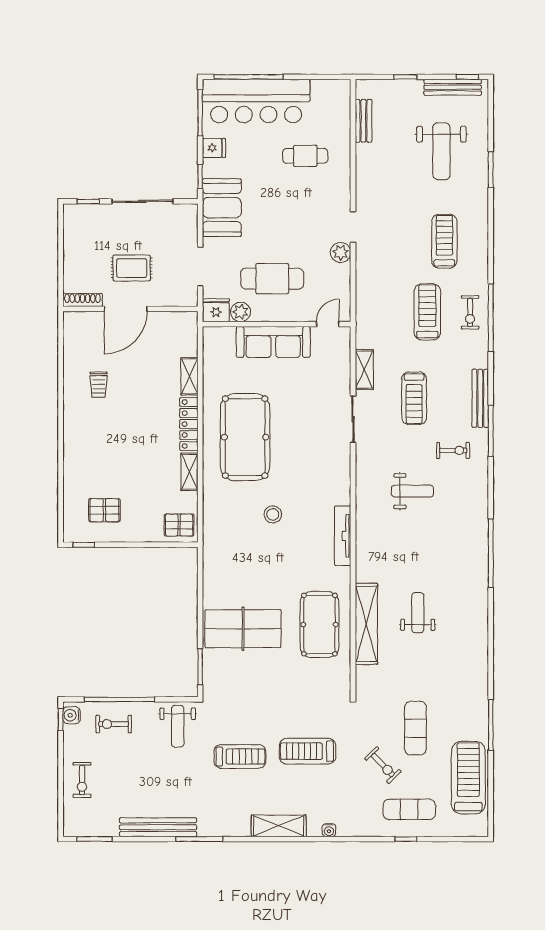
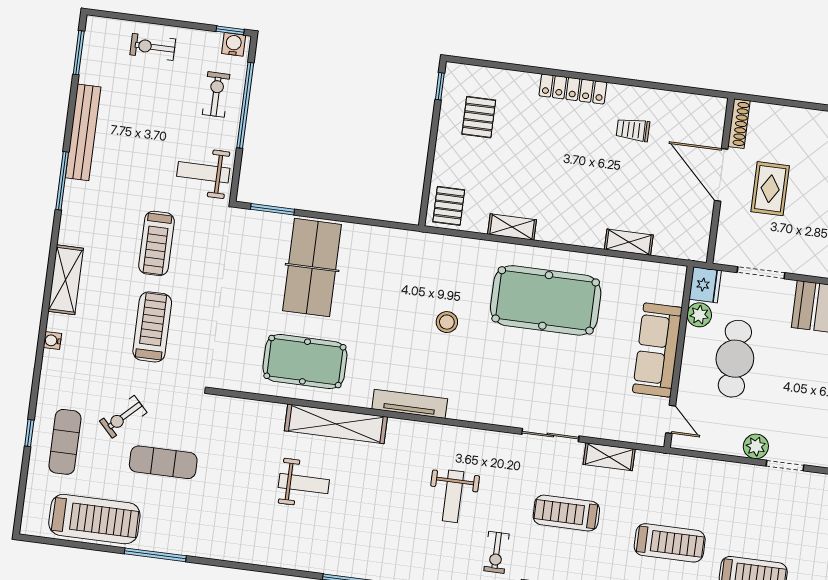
locker: (189, 424) -> (573, 89), moved, turned 180
shelving: (366, 624) -> (336, 424), moved

